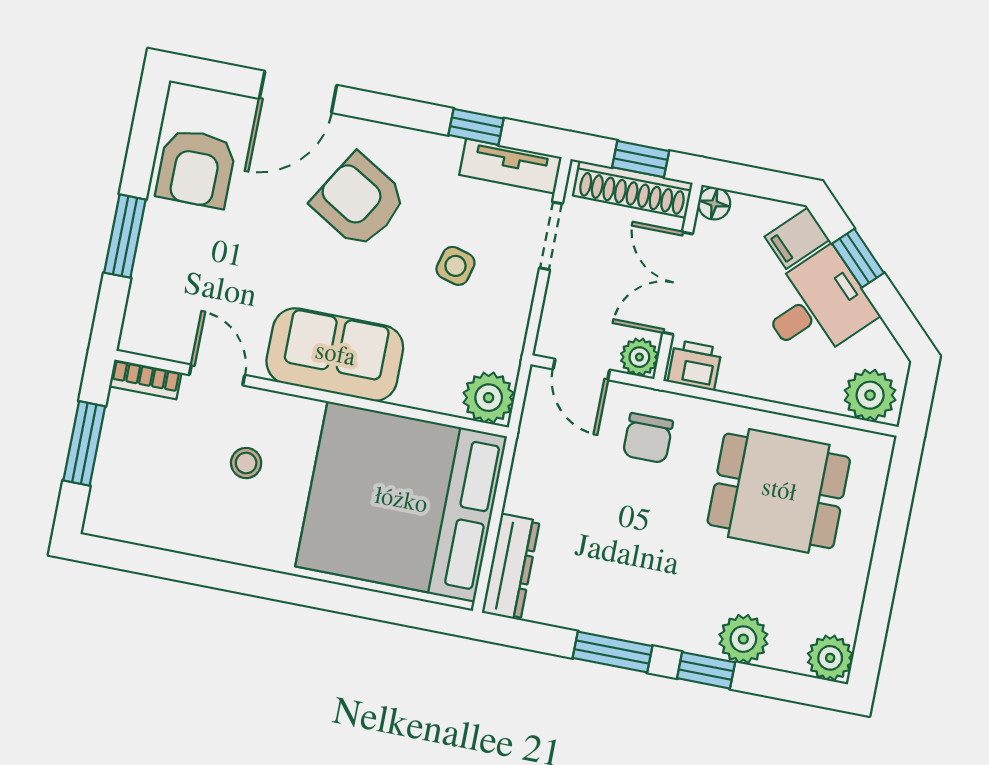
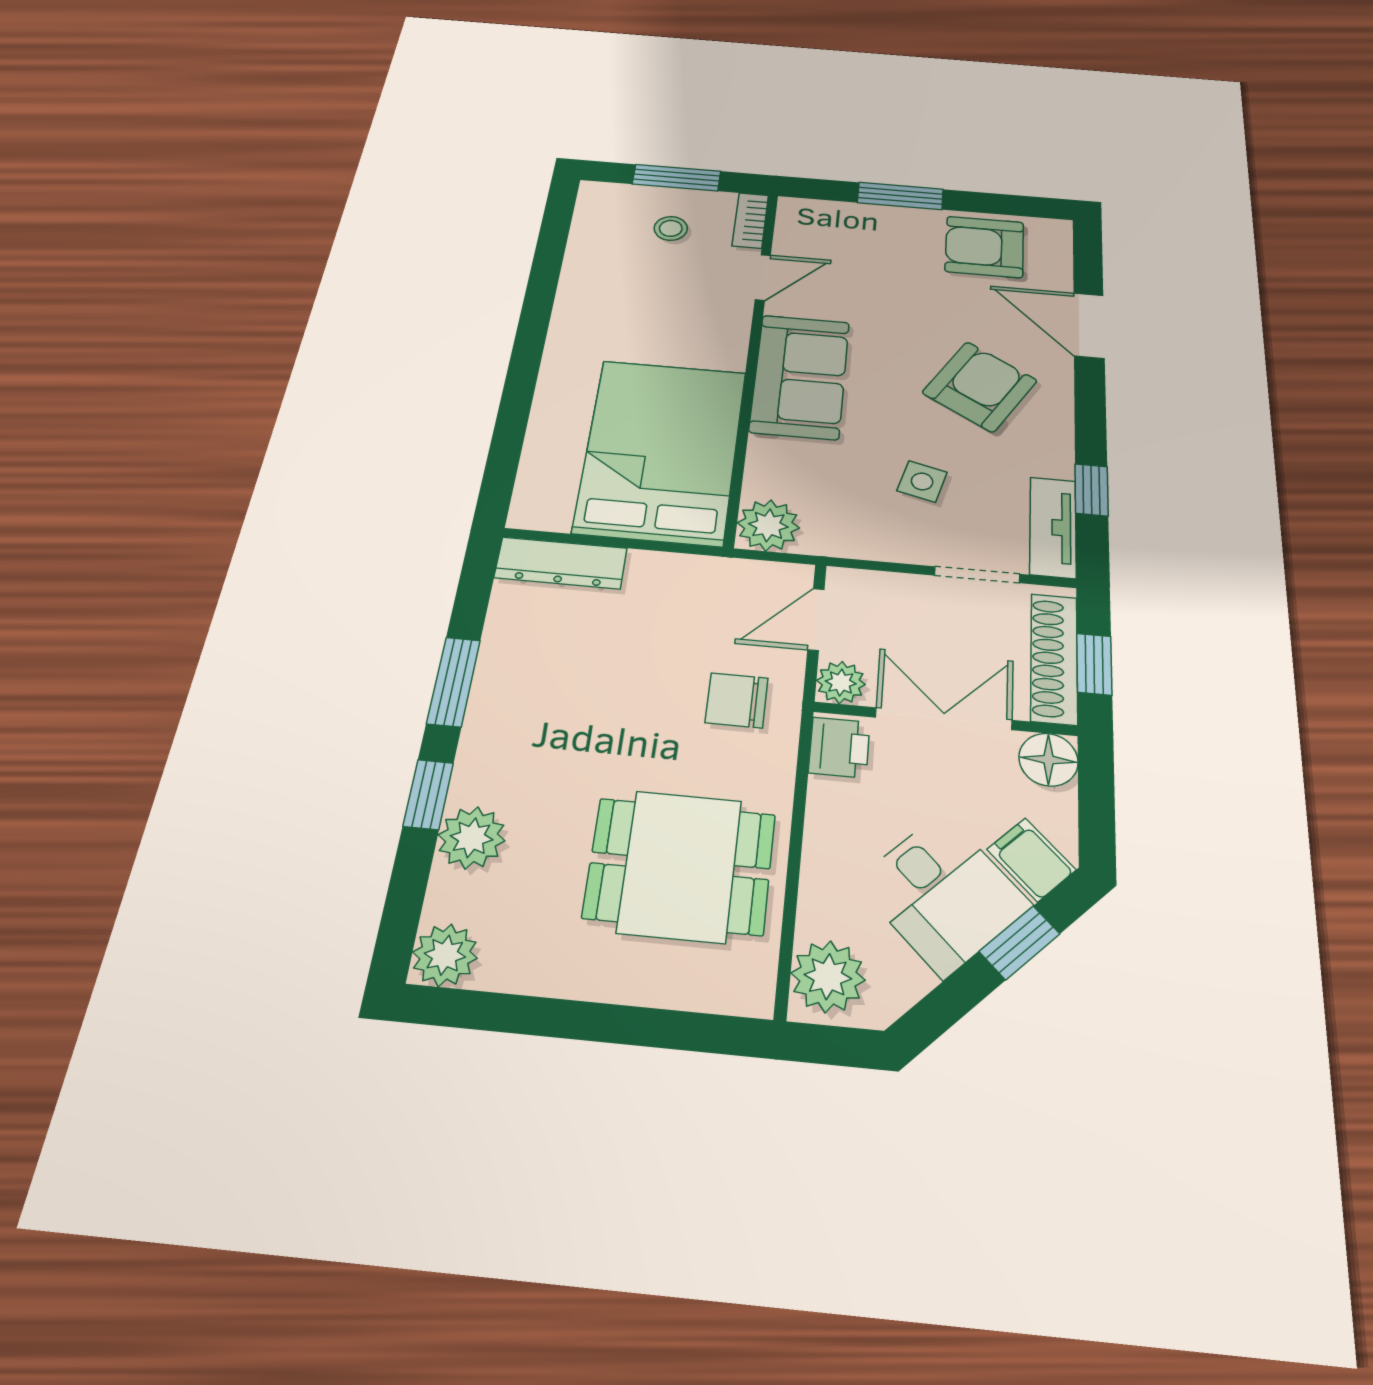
floor lamp: (714, 203) -> (1048, 760), width x1.37, depth x1.37
stool: (246, 463) -> (671, 228), moved
dining table: (779, 491) -> (680, 866), turned 90
bed: (401, 501) -> (661, 451), width x0.73

